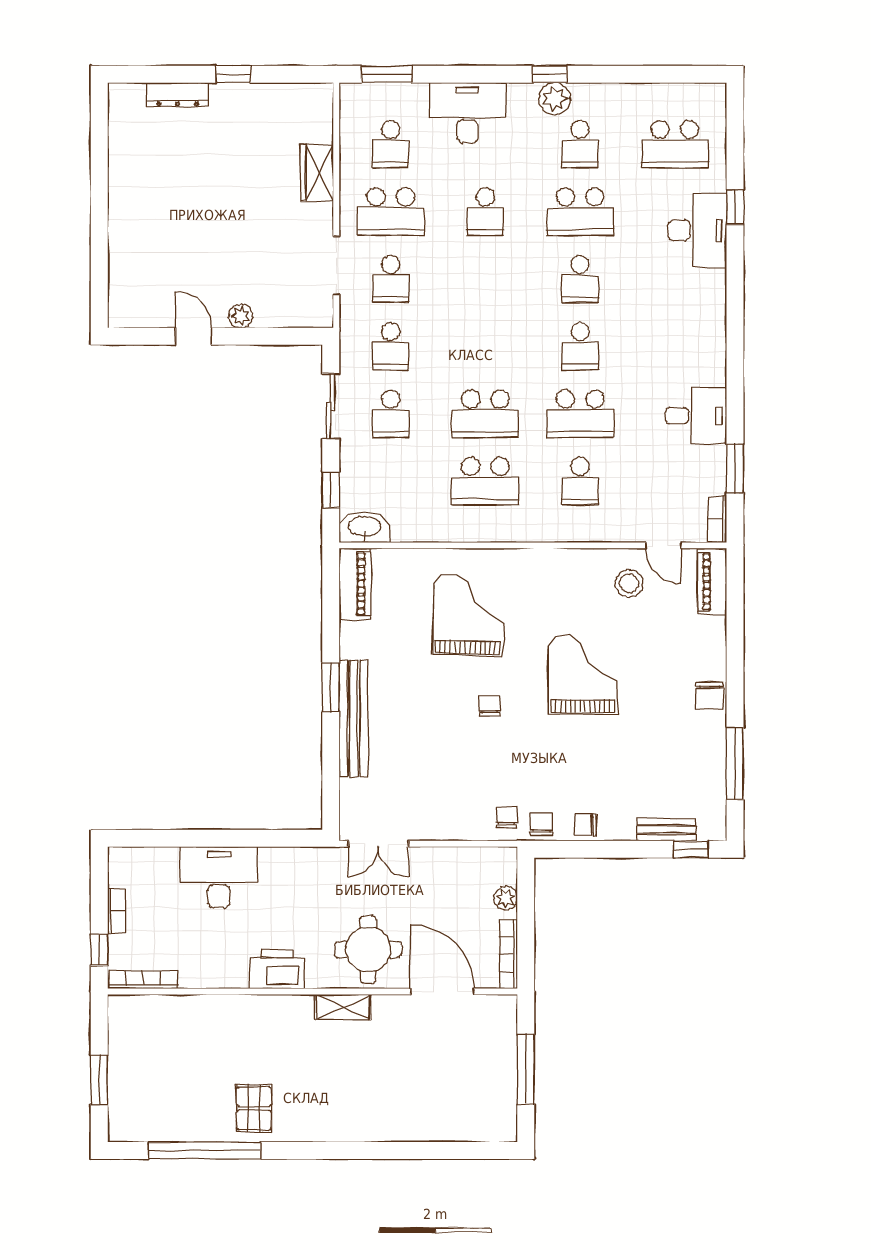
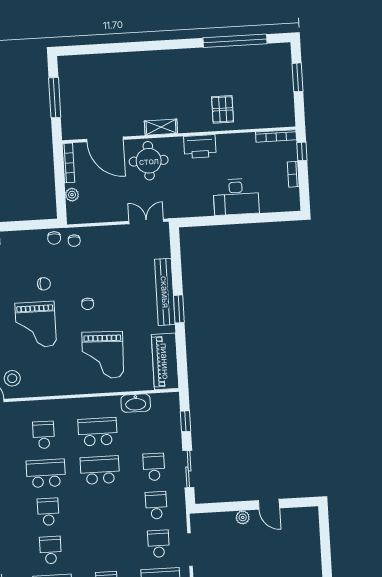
washbasin: (364, 527) -> (136, 403), moved
piano: (355, 584) -> (165, 361), width x1.37, depth x1.33
chair: (586, 825) -> (44, 284), moved
pallet: (254, 1108) -> (223, 109), moved

